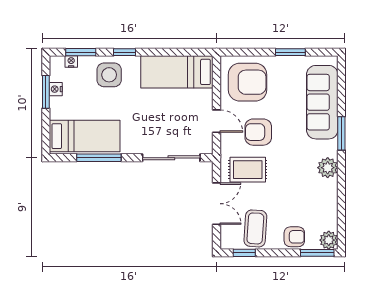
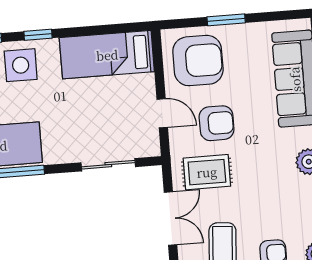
window: (290, 52) -> (226, 20), moved
armchair: (258, 132) -> (217, 123), turned 180
sliding door: (171, 158) -> (108, 165), width x0.73

